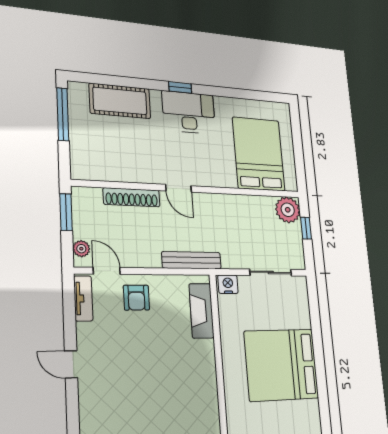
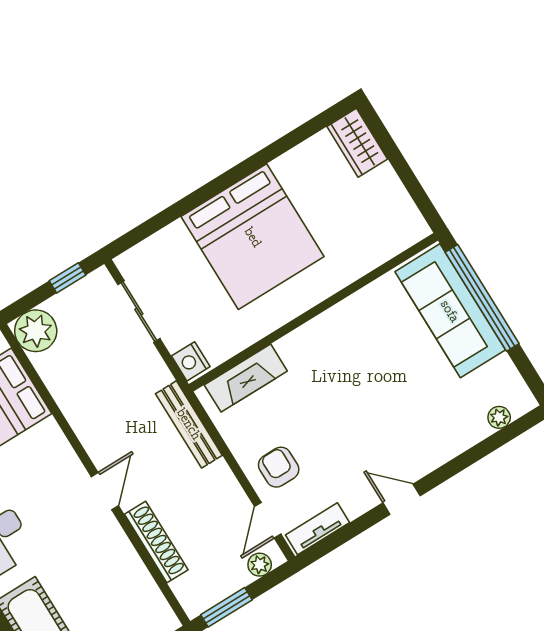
window: (306, 228) -> (68, 278), moved
armchair: (136, 298) -> (279, 467), turned -90
door: (71, 364) -> (402, 499), swing flipped

